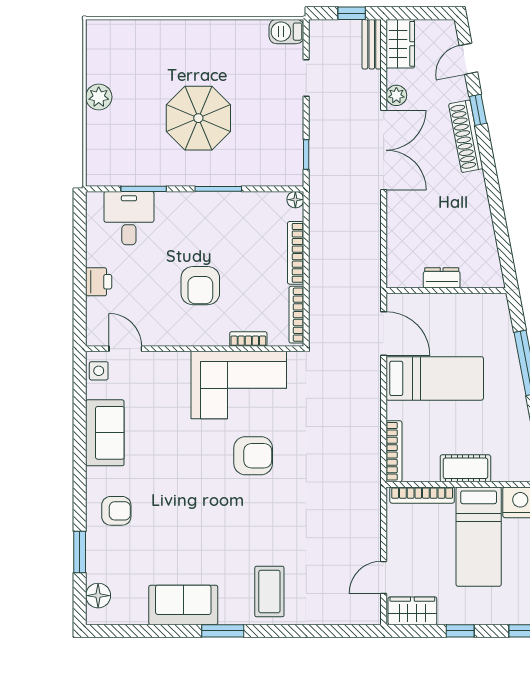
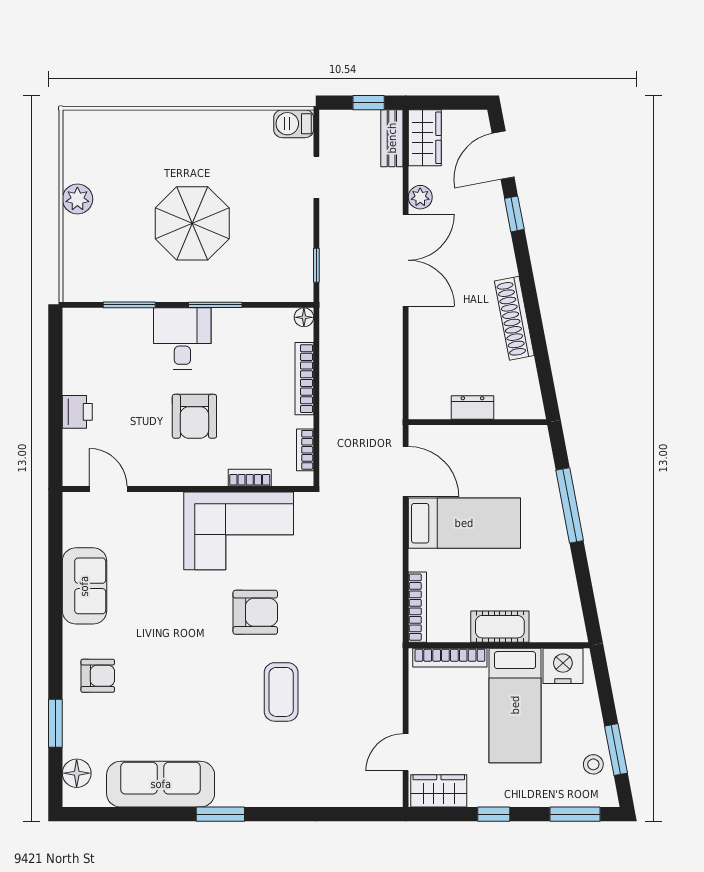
door: (468, 59) -> (503, 155), width x1.37
shoe rack: (466, 136) -> (514, 318), moved
desk: (129, 218) -> (182, 339), moved
bookcase: (296, 315) -> (305, 450), width x0.64
side table: (99, 371) -> (77, 514), removed
coffee table: (269, 591) -> (281, 692), moved
sofa: (183, 605) -> (161, 784), width x1.36

